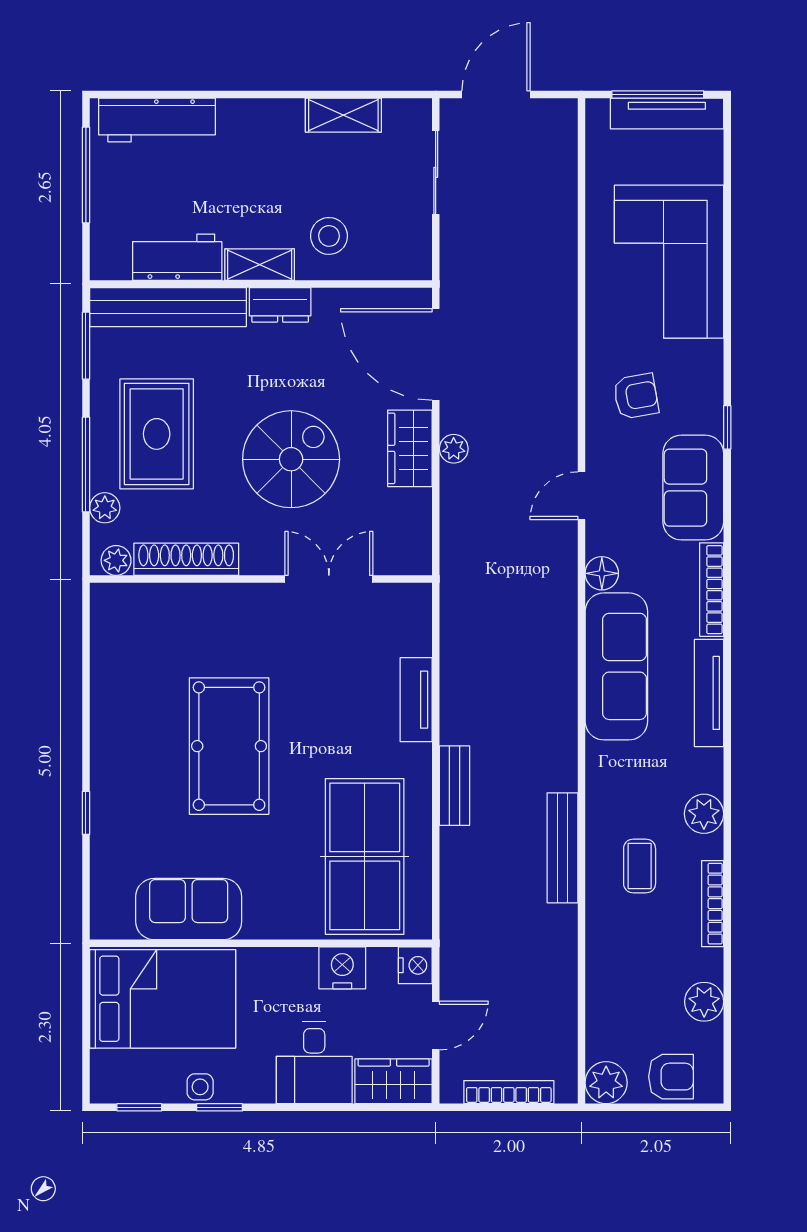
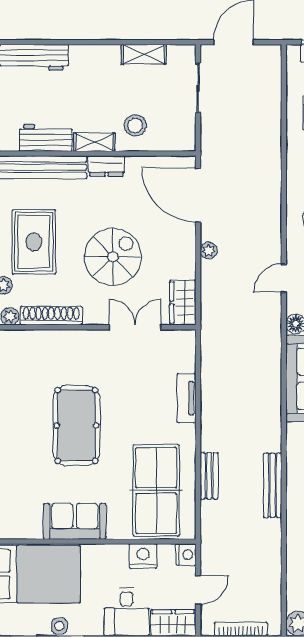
wardrobe: (410, 448) -> (183, 303), moved
bench: (455, 786) -> (209, 476), moved
sofa: (189, 909) -> (75, 521), moved

